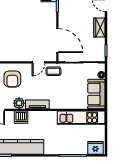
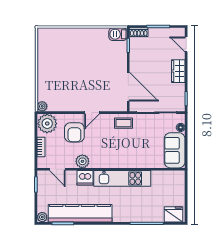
door: (38, 62) -> (92, 113), moved
tv unit: (37, 104) -> (104, 163), removed
kitchen unit: (81, 118) -> (122, 178), moved

